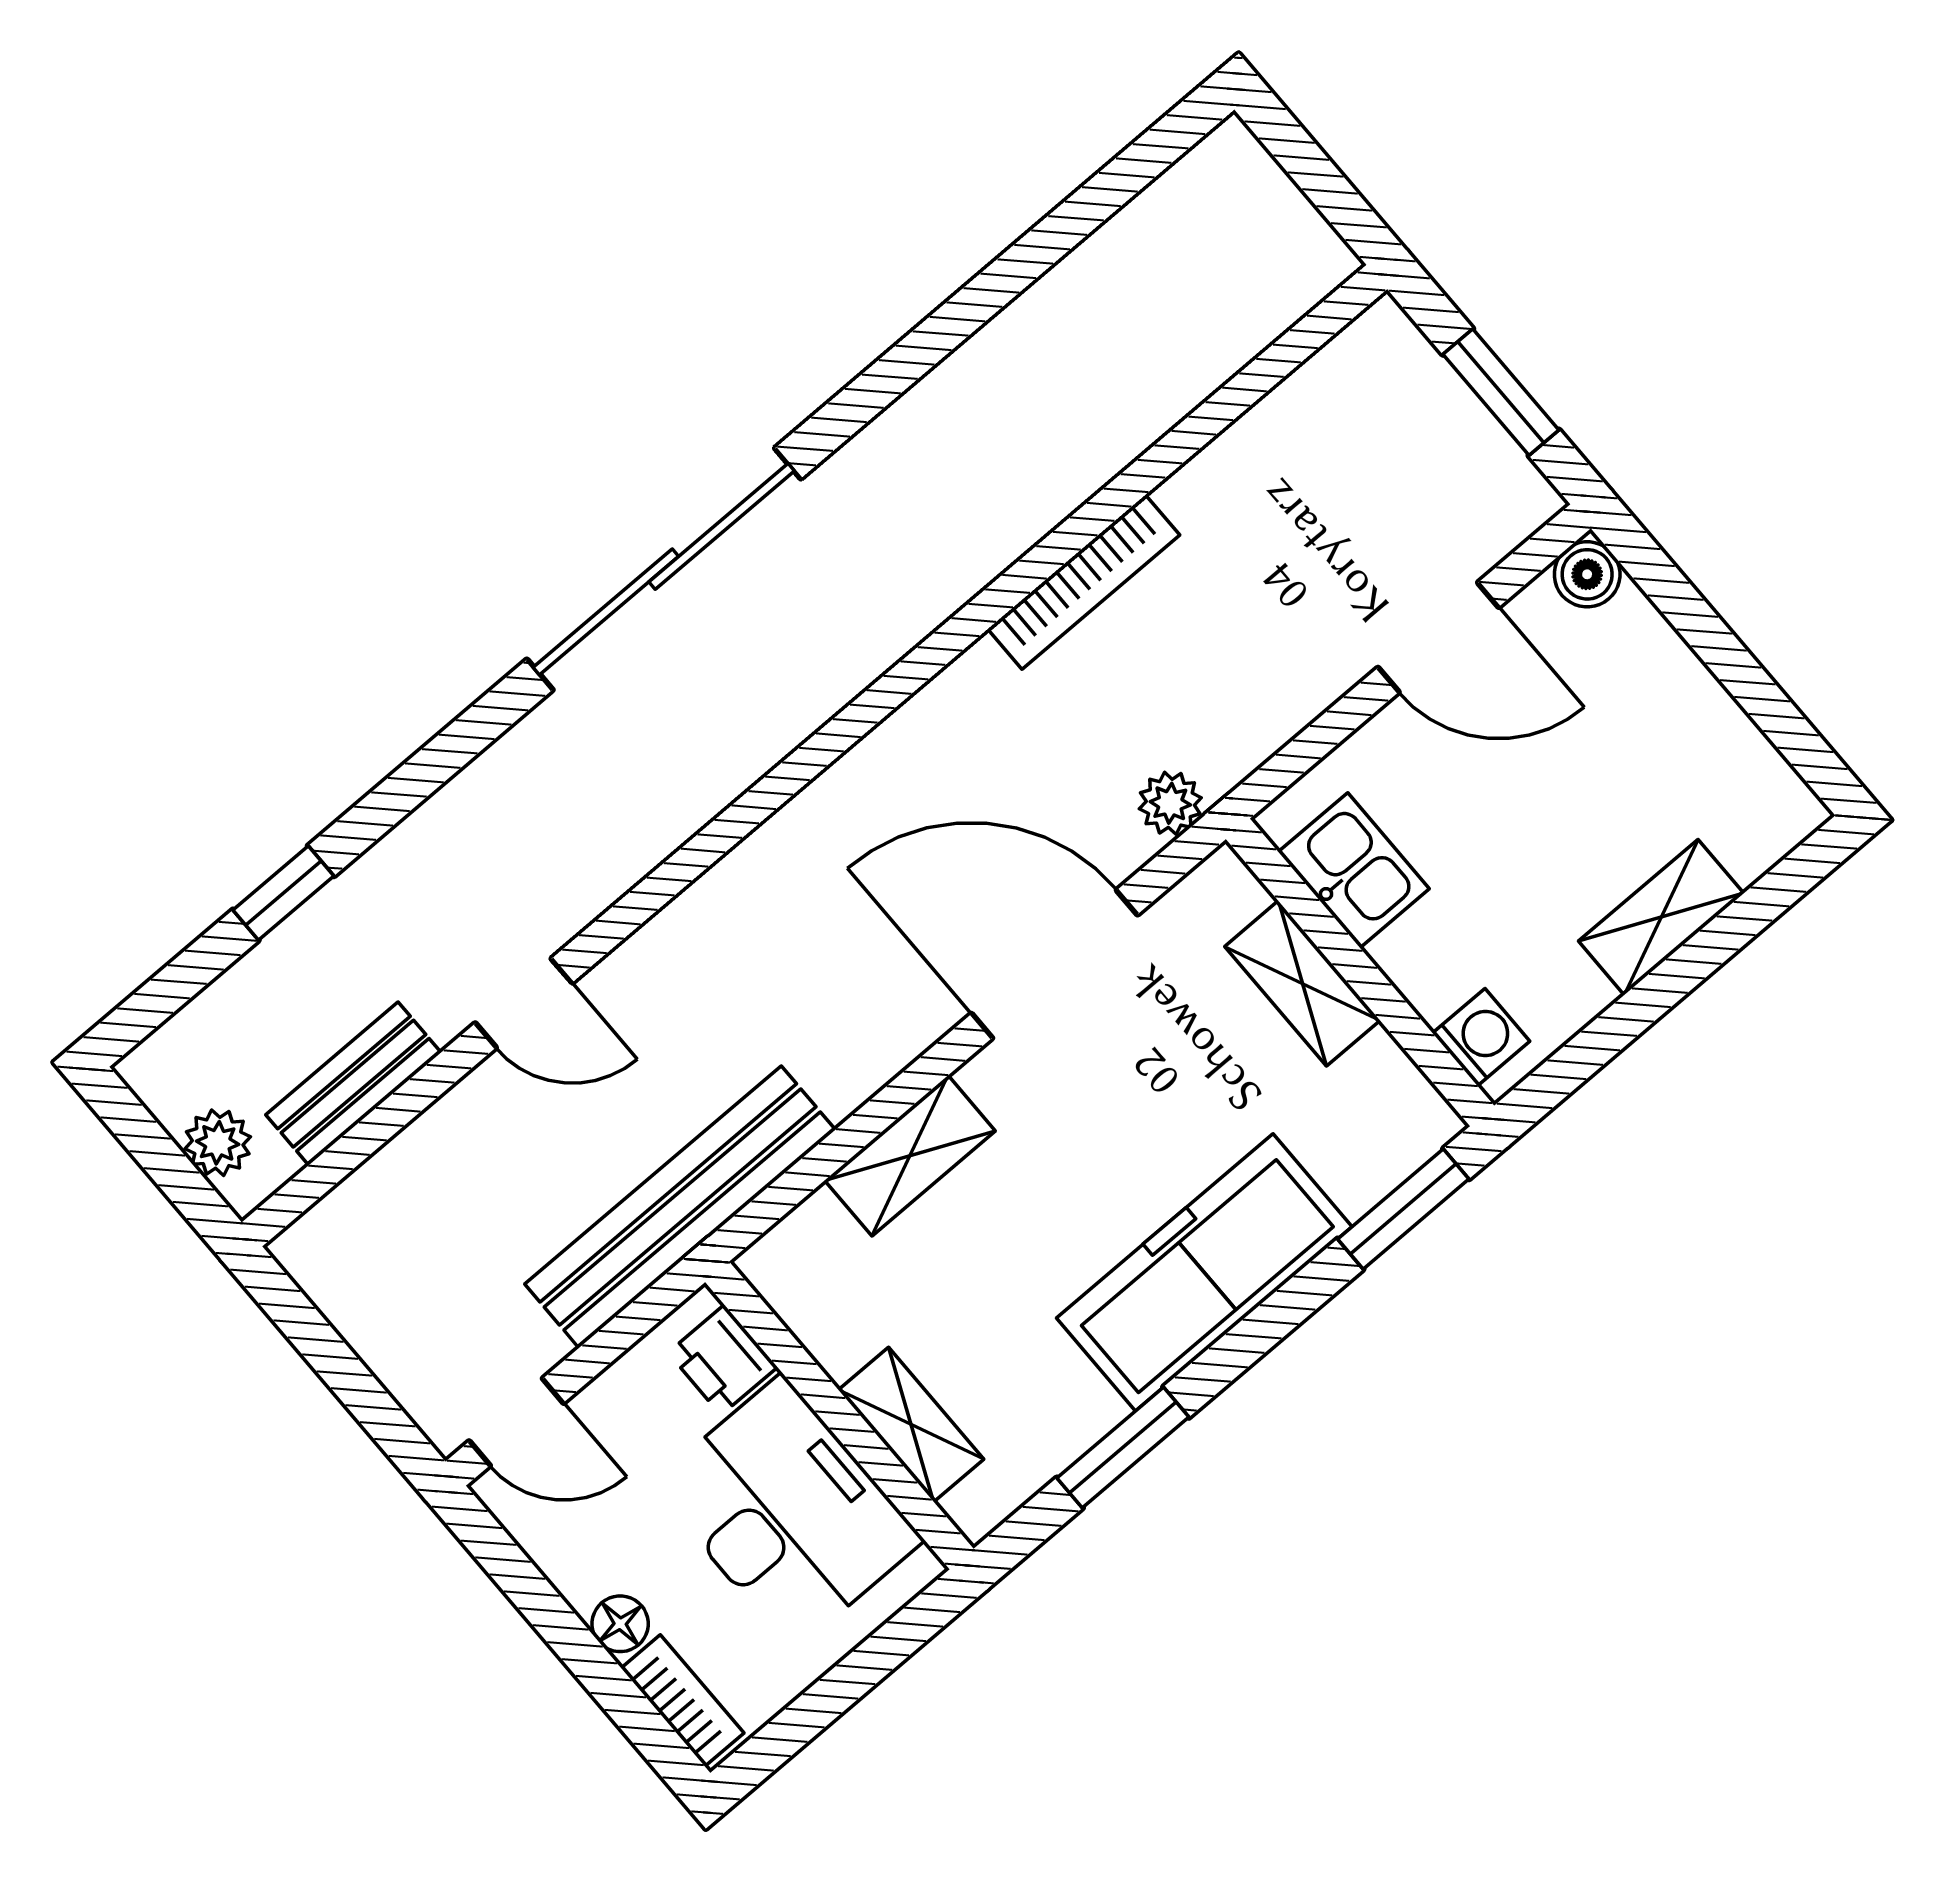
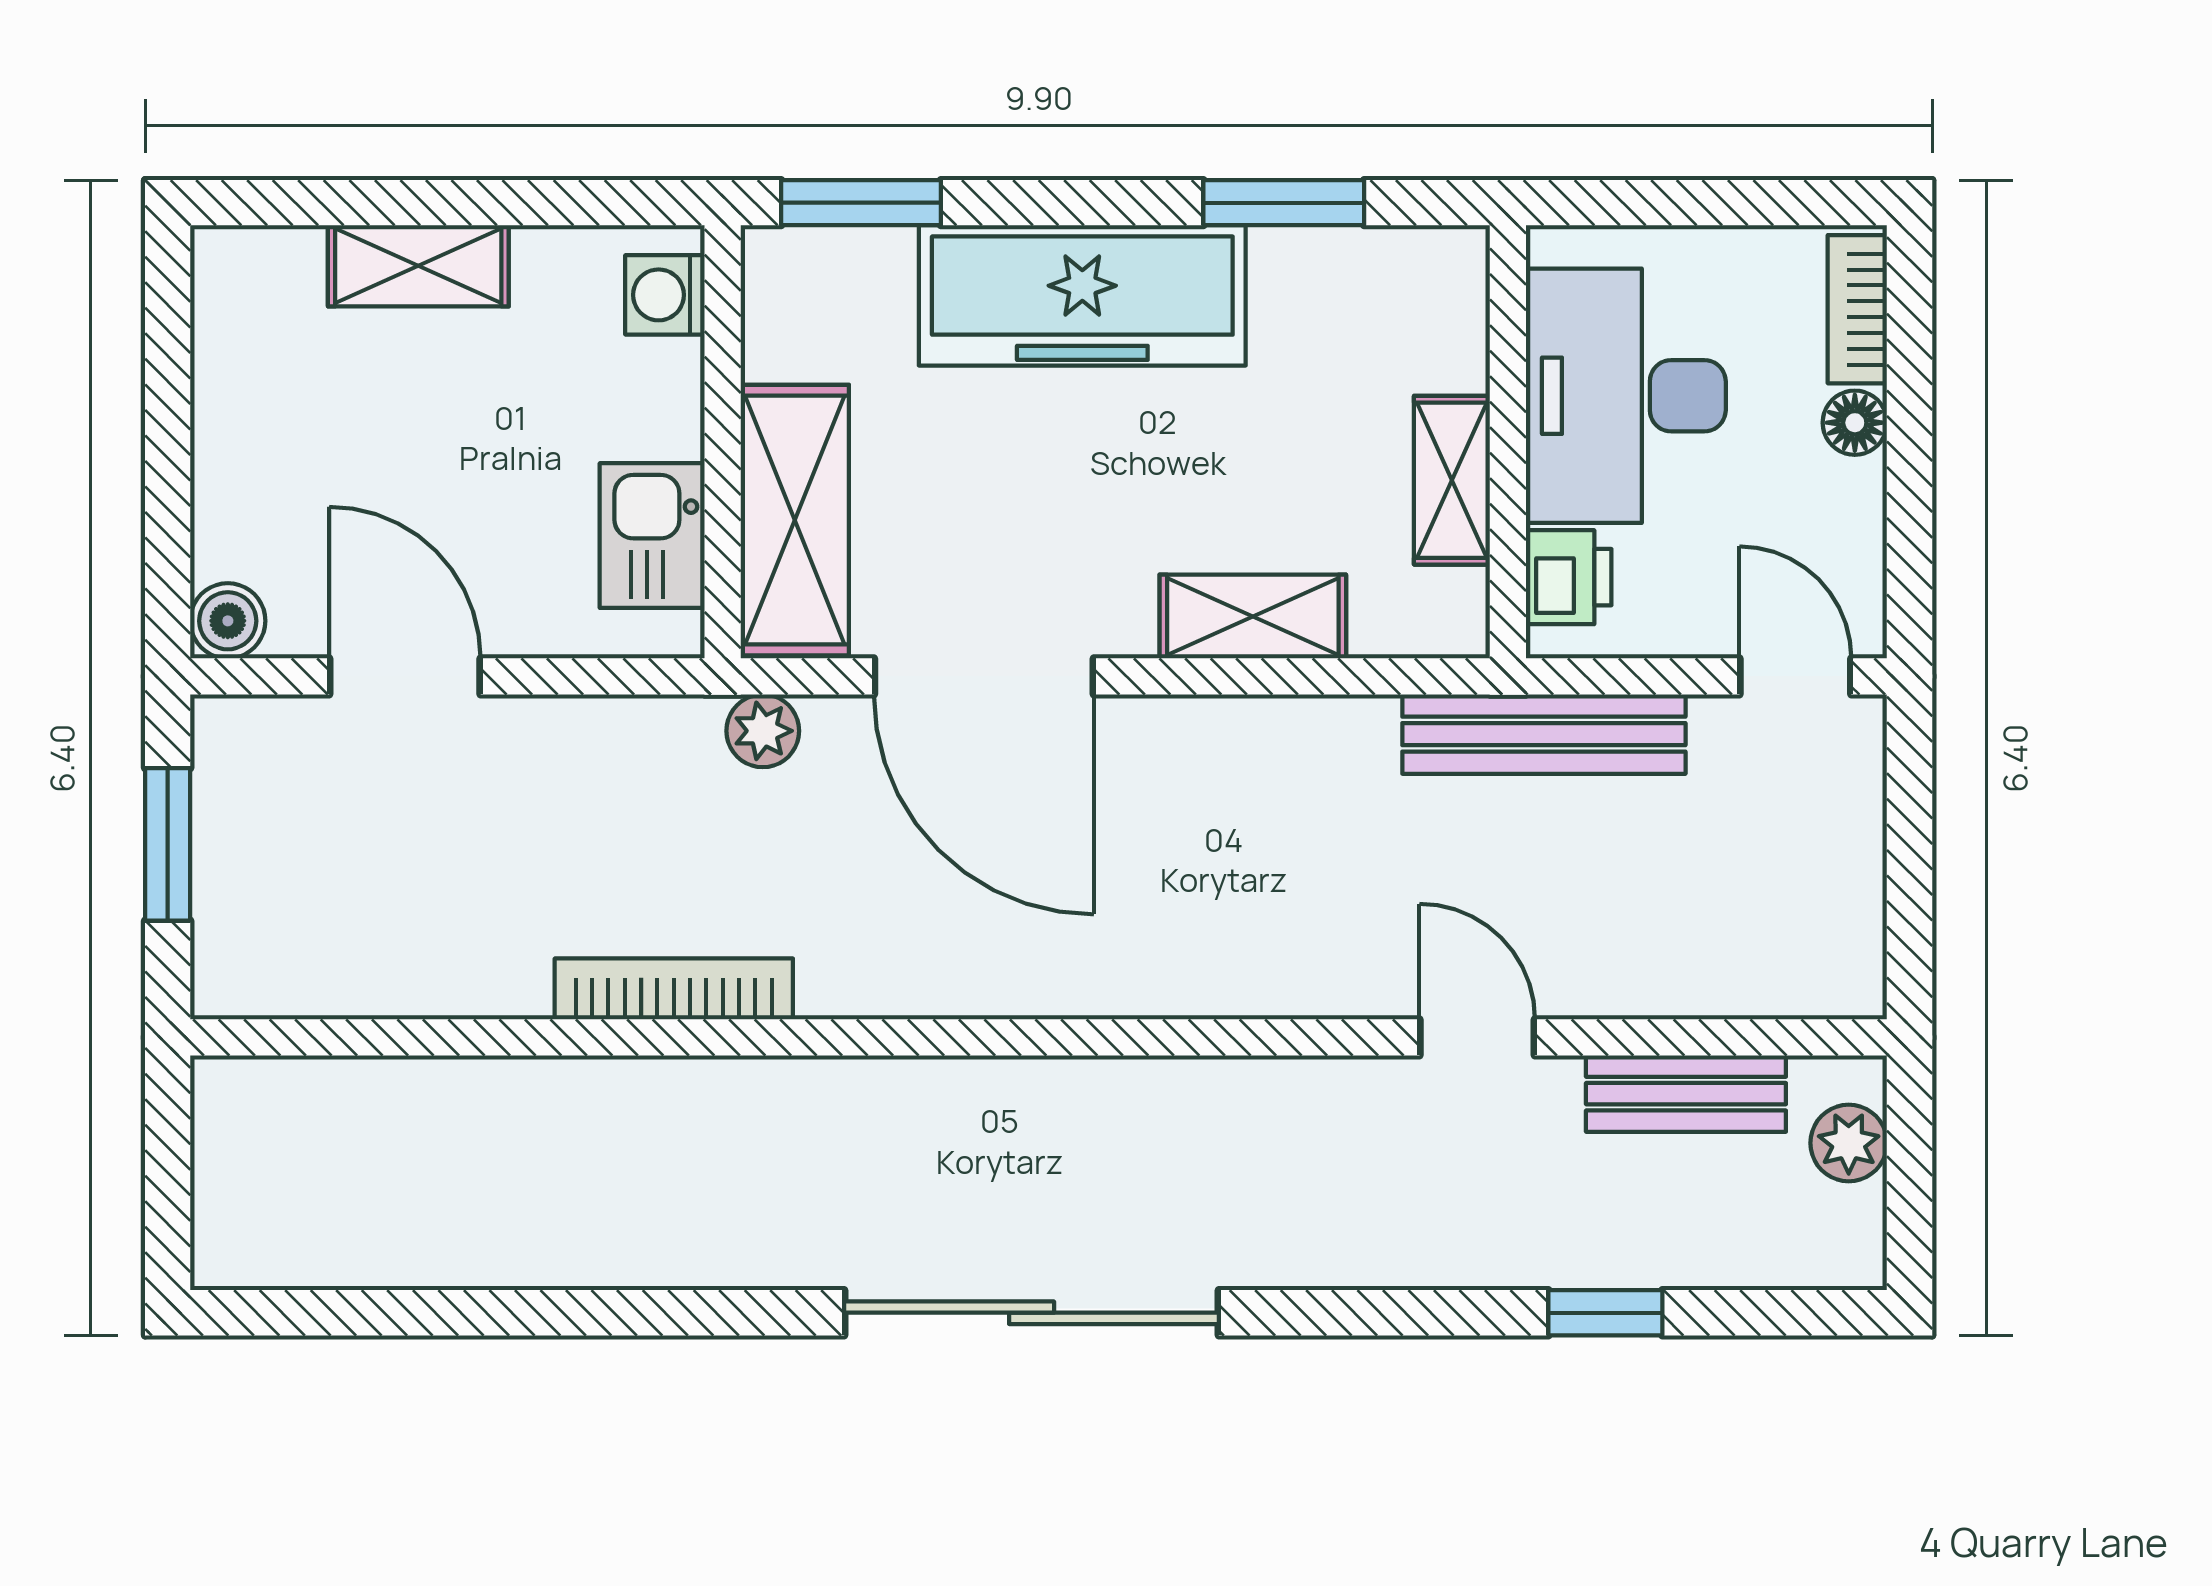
shelving: (1302, 983) -> (795, 520), width x1.50, depth x1.33
bench: (680, 1207) -> (1544, 734), width x0.73, depth x0.82
shelving: (911, 1424) -> (1452, 480), moved

